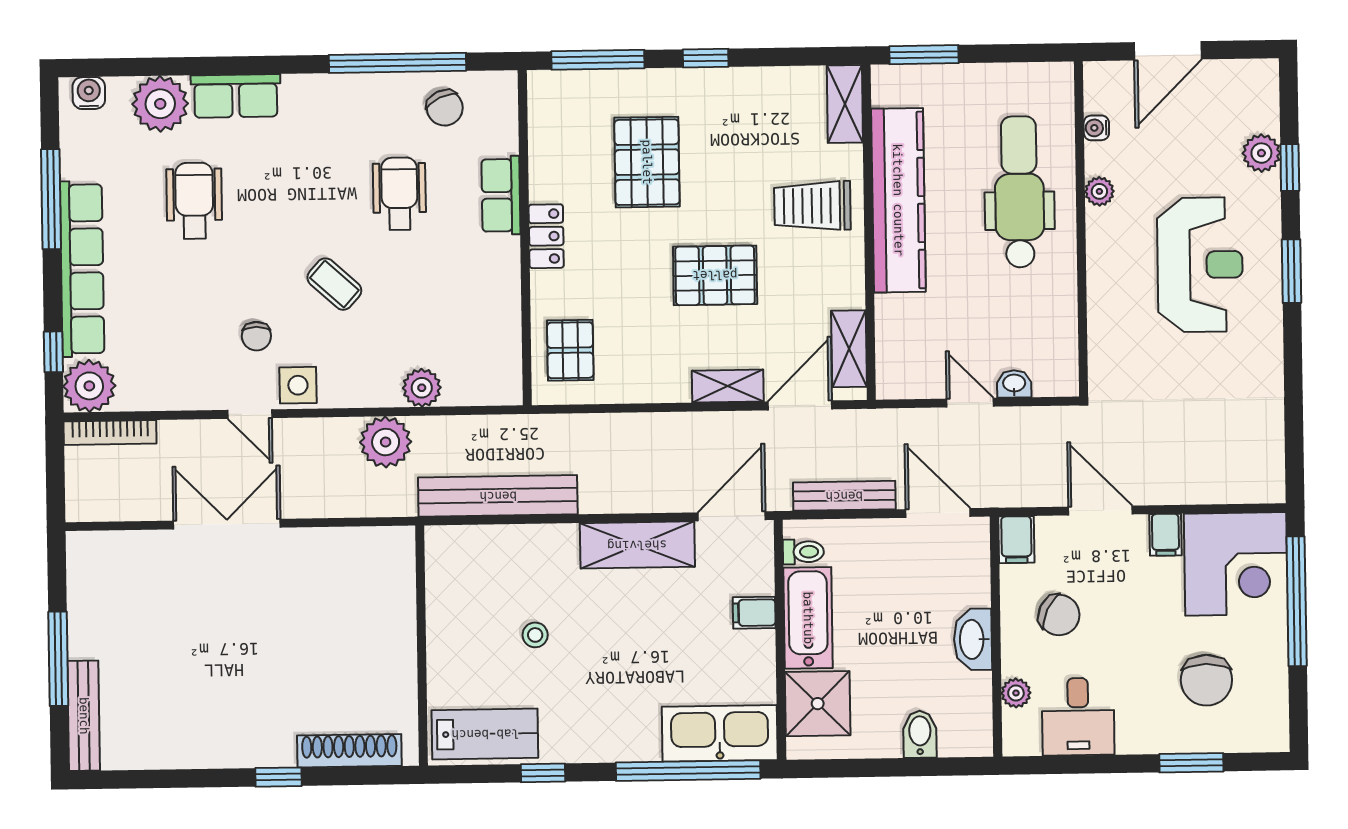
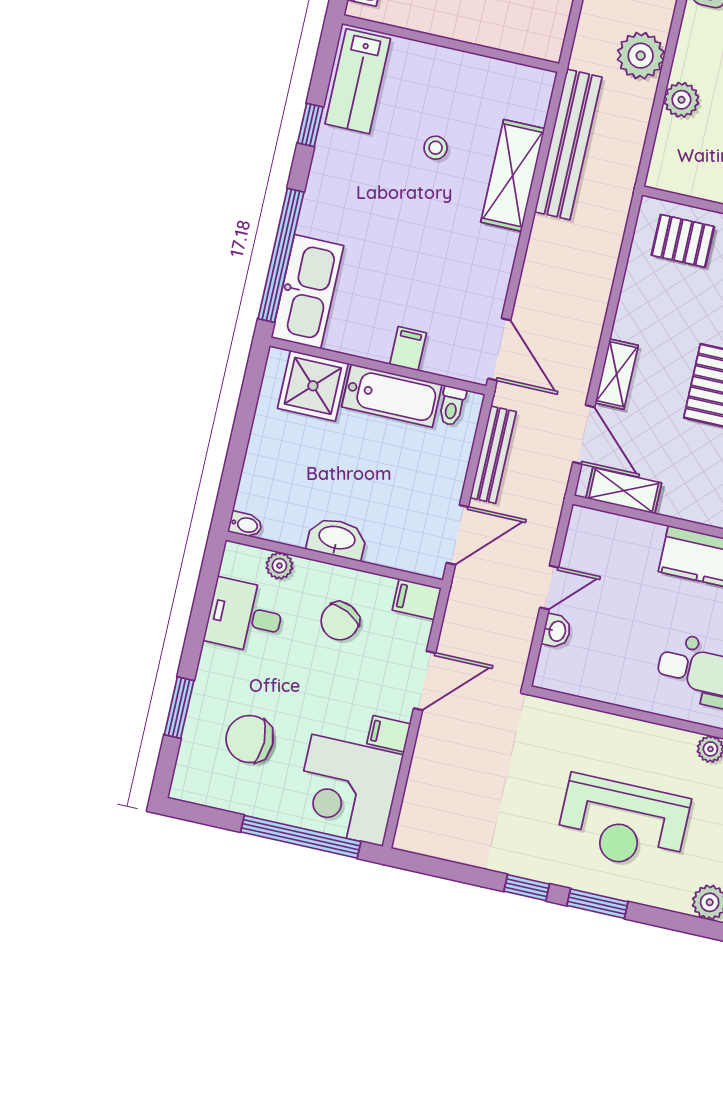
window: (1290, 168) -> (527, 888), moved
shelving: (637, 545) -> (513, 175), moved
bidet: (920, 734) -> (245, 525), moved, width x0.72, depth x0.74

